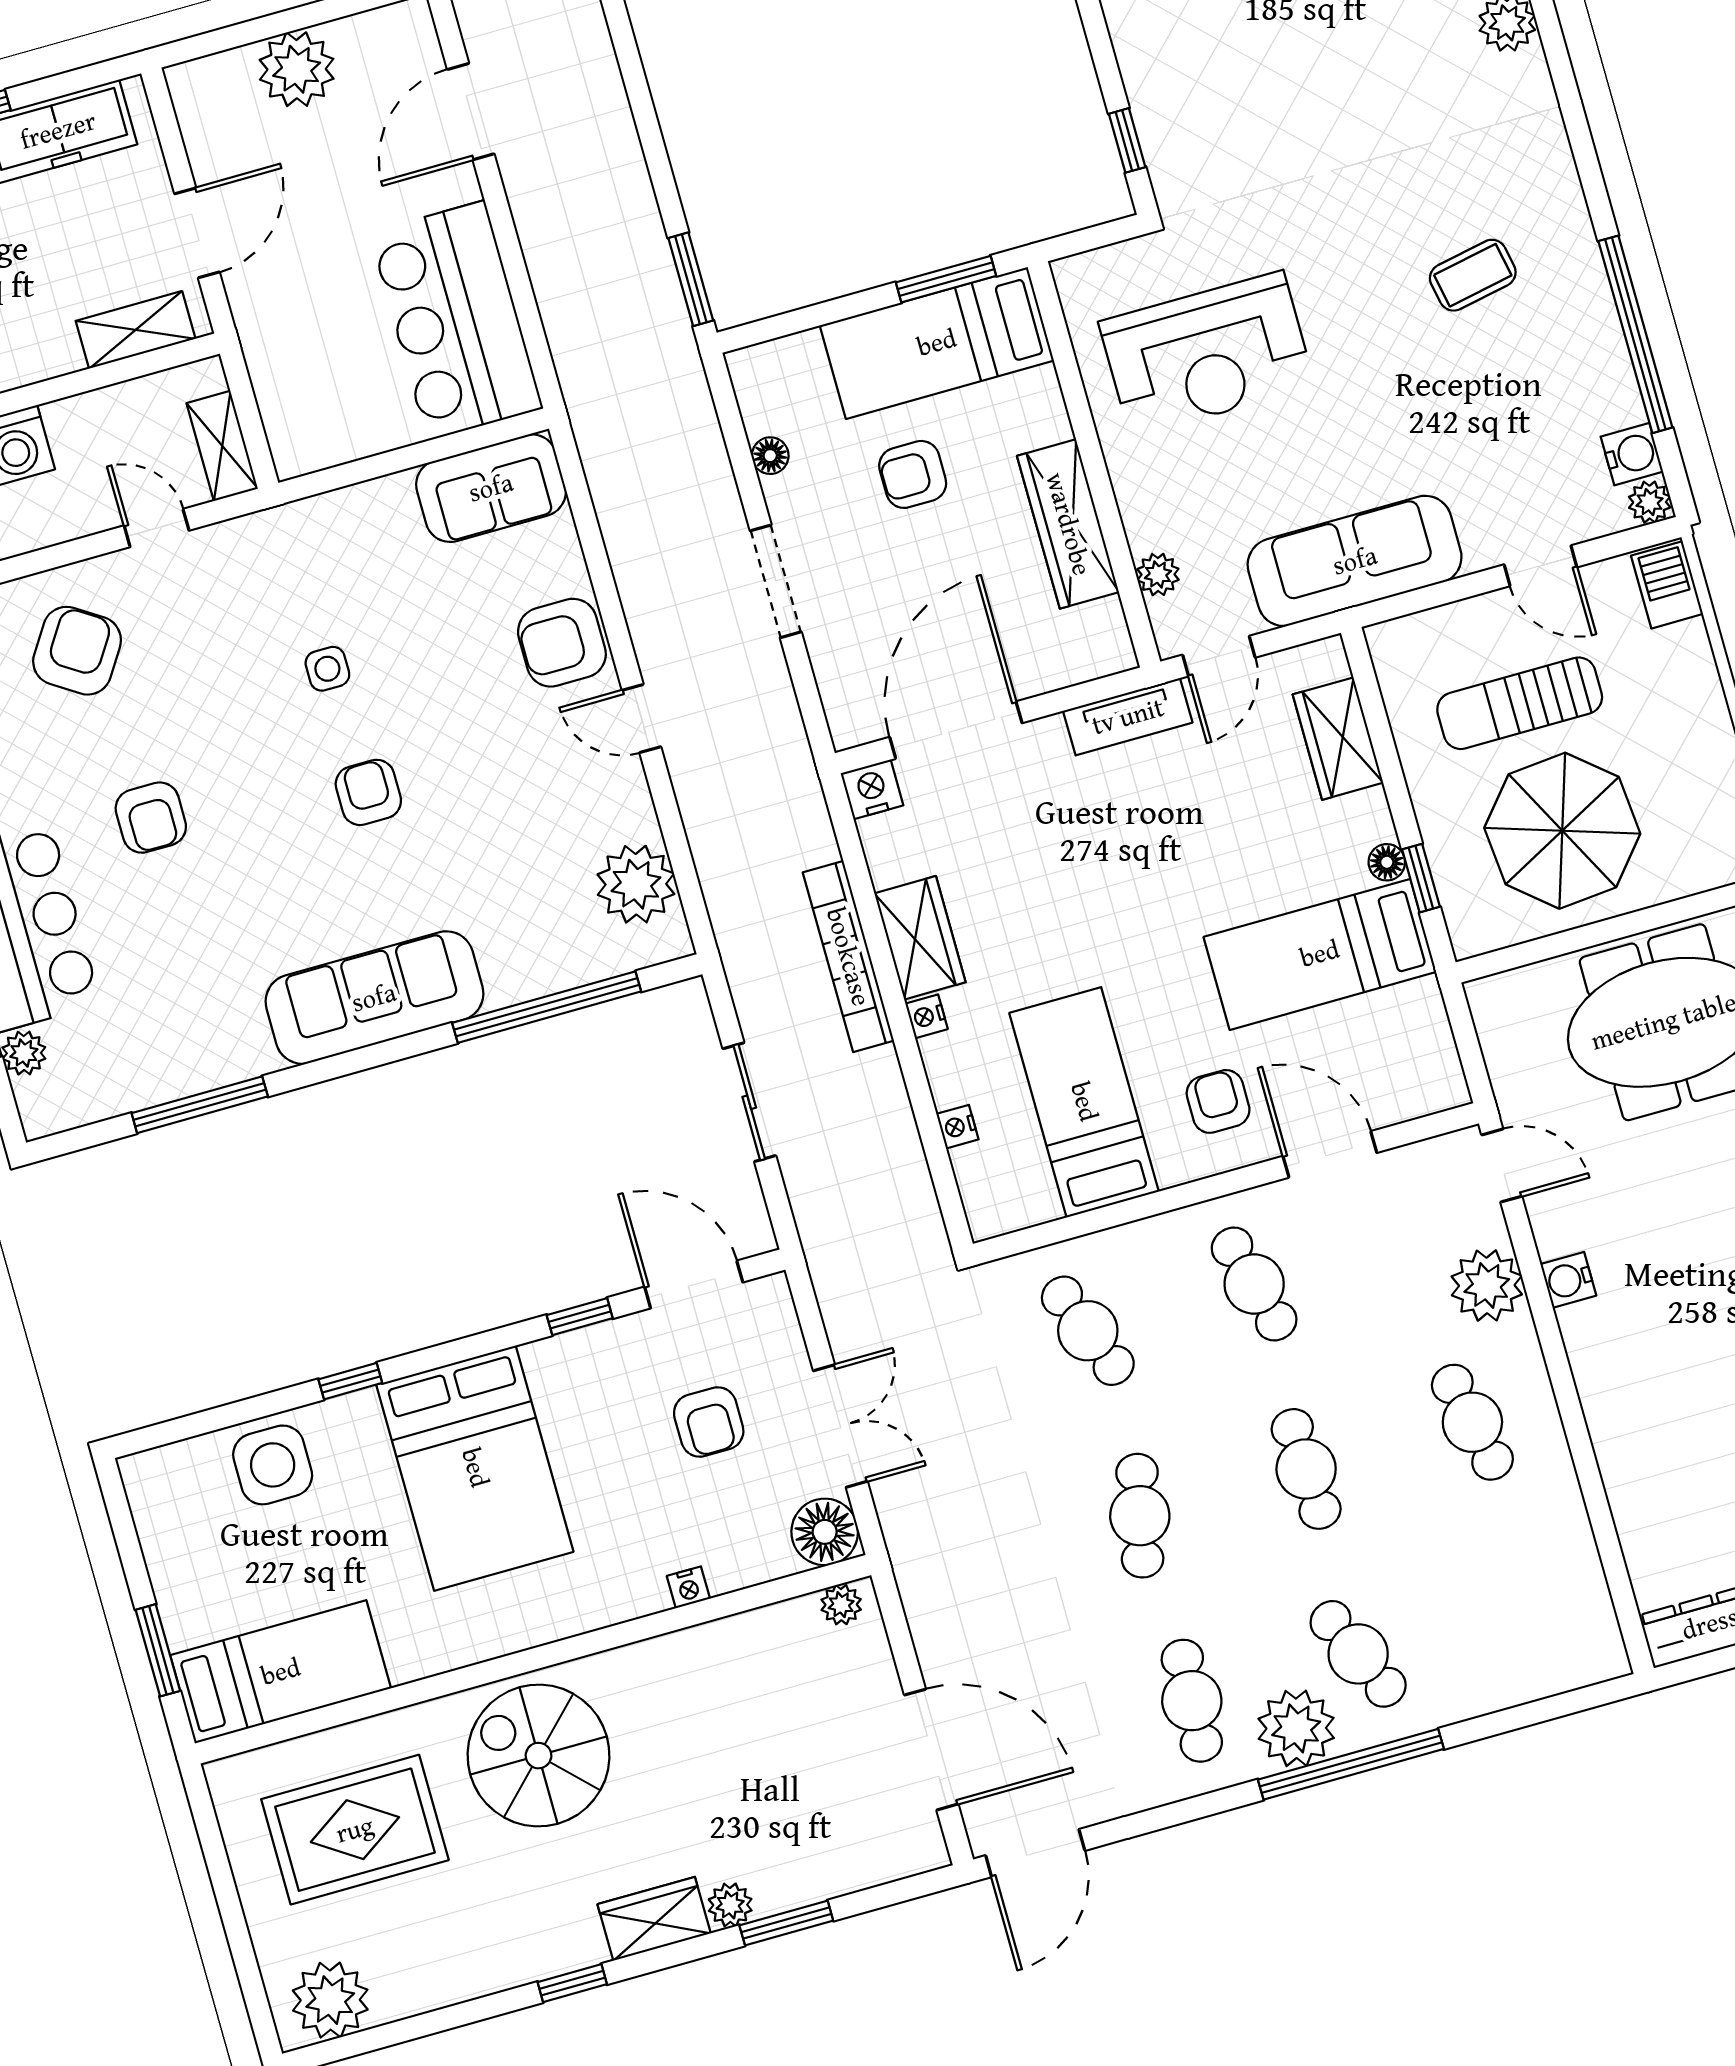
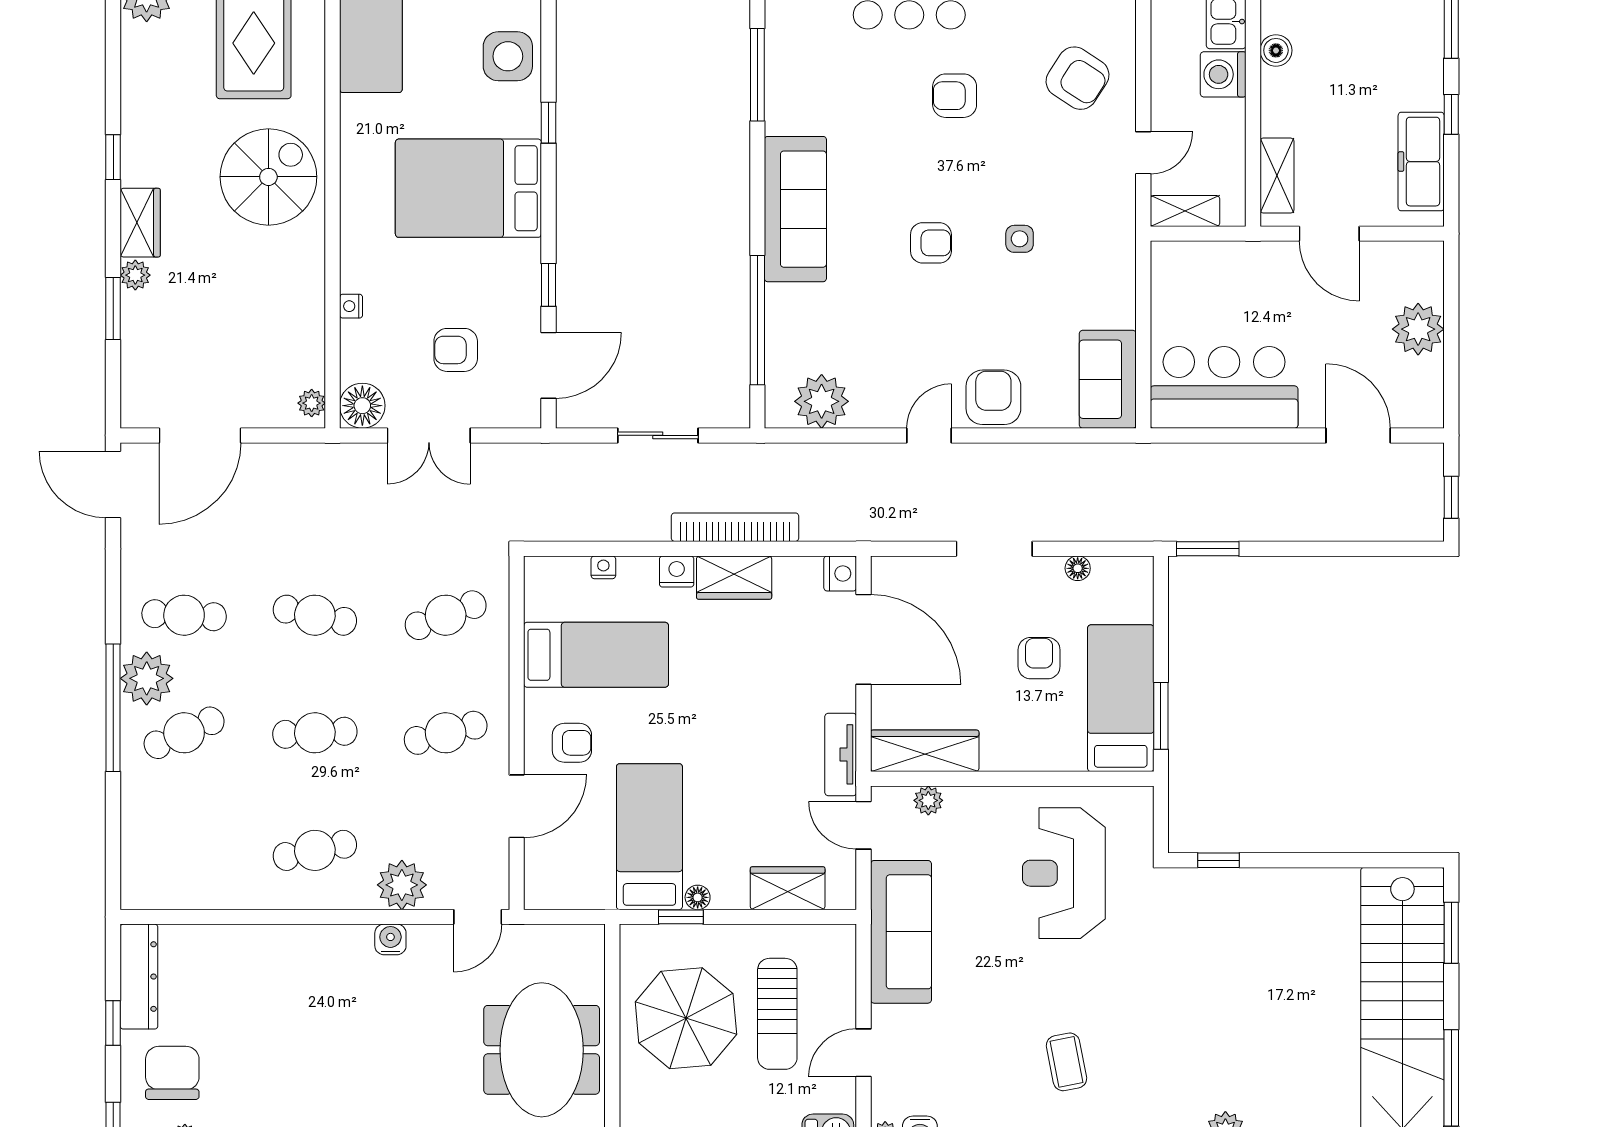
wardrobe: (1068, 524) -> (925, 751), moved
sun lounger: (1520, 703) -> (777, 1014), turned 180
nightstand: (927, 1016) -> (677, 572), width x1.39, depth x1.35

